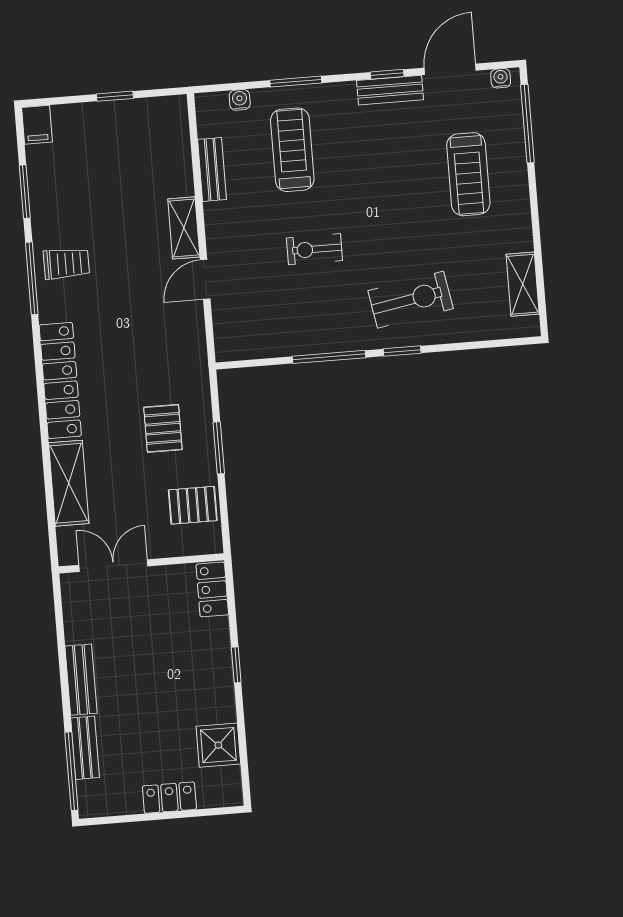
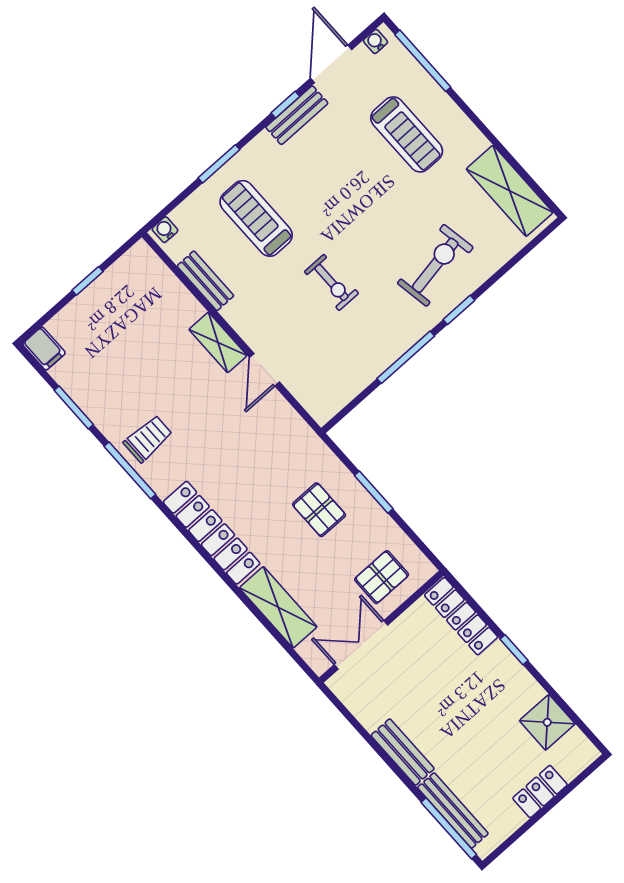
water cooler: (240, 100) -> (165, 230), moved
exercise bike: (314, 249) -> (331, 282), turned -90
shelving: (523, 284) -> (510, 191), width x1.50, depth x1.33
pallet: (193, 505) -> (382, 577), moved
locker: (212, 589) -> (461, 616), width x1.53
bench: (85, 748) -> (453, 811), width x1.36

